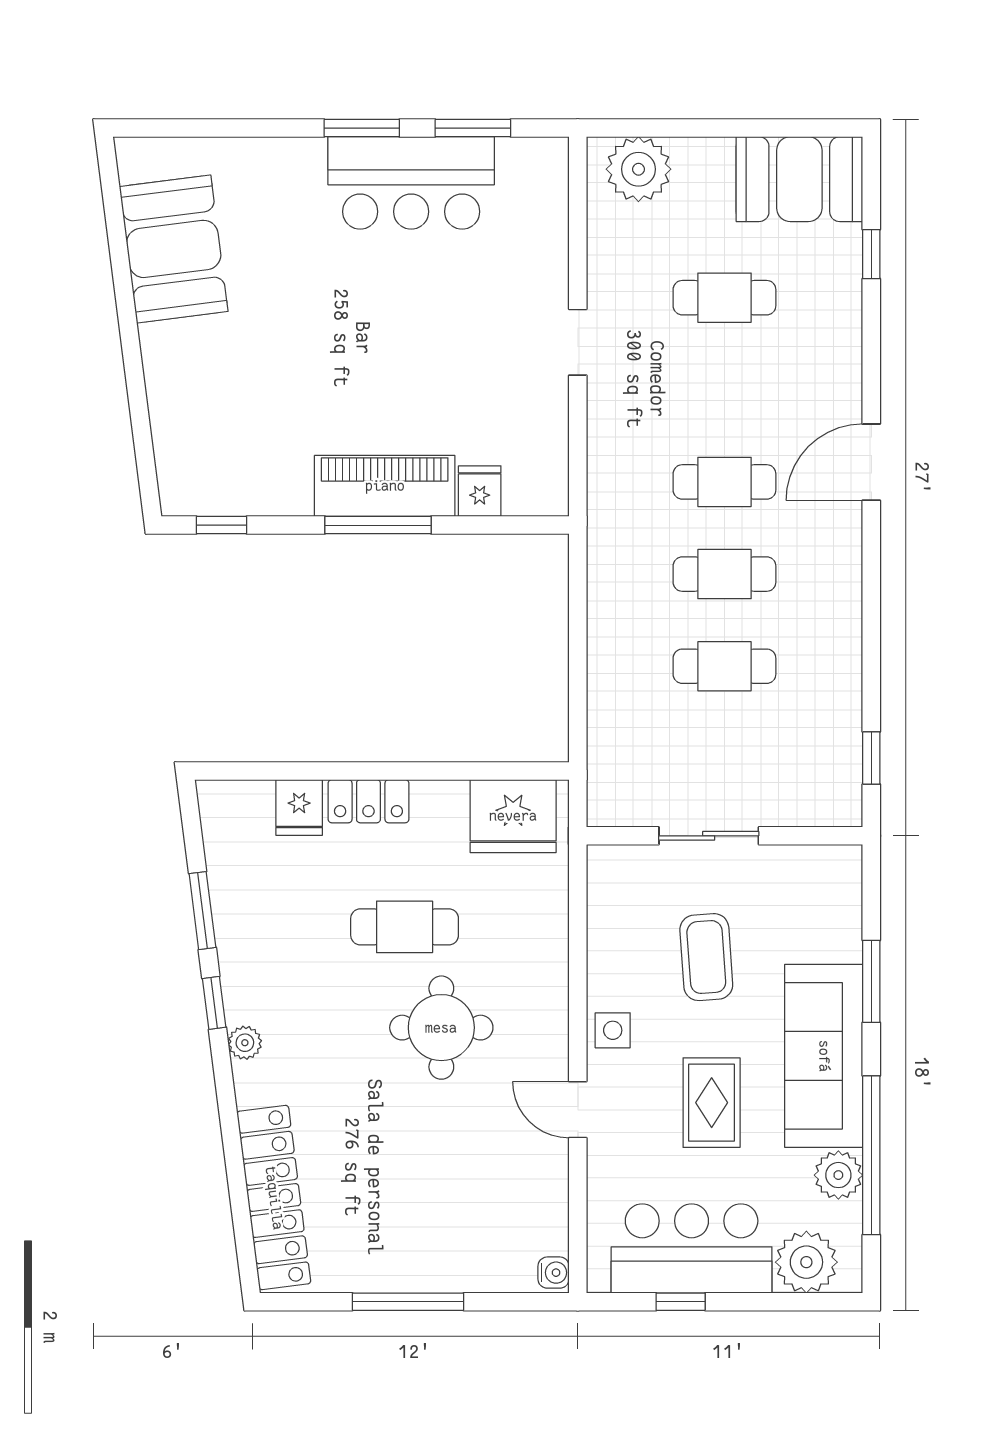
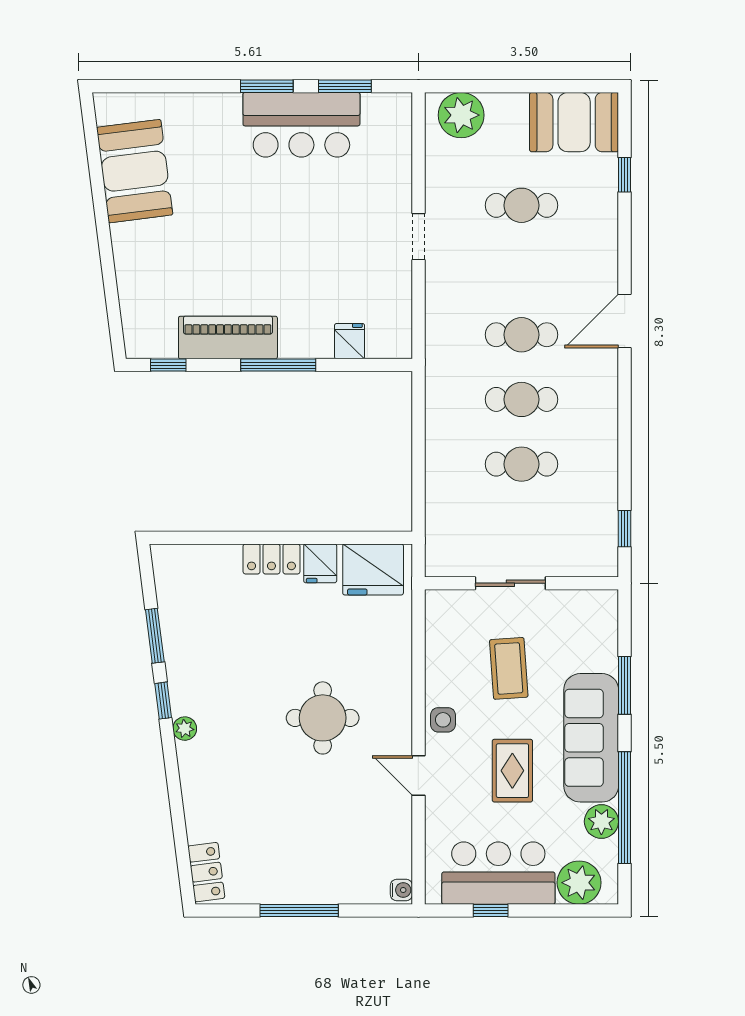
piano: (385, 486) -> (228, 338), moved
fridge: (299, 807) -> (320, 563), moved
cafe table: (405, 927) -> (297, 647), removed
locker: (274, 1198) -> (206, 872), width x0.46, depth x0.83

